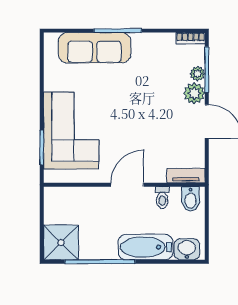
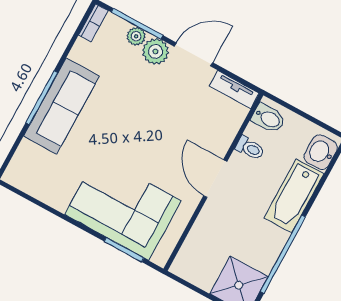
sofa: (95, 48) -> (61, 106), moved
tv unit: (186, 176) -> (234, 90), moved, turned -90

